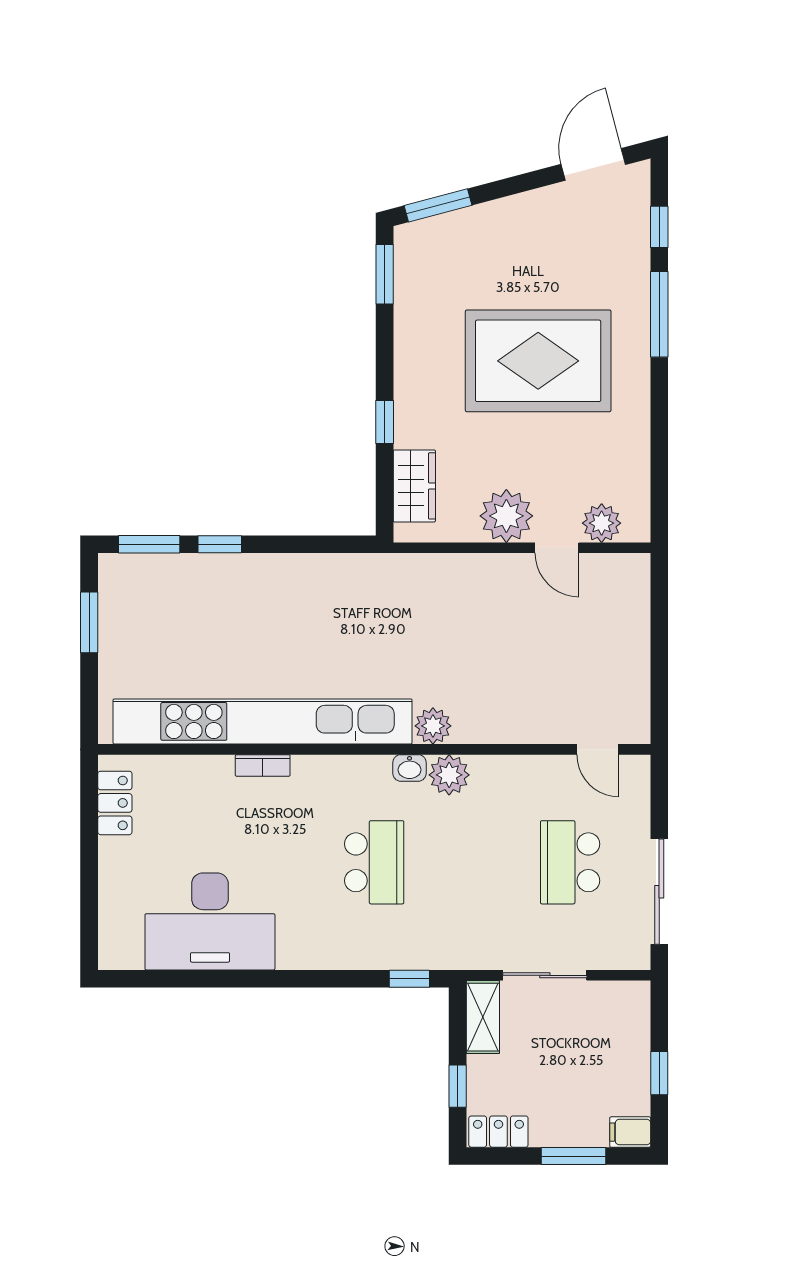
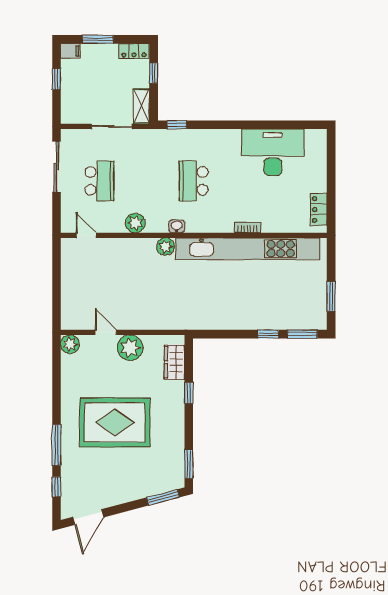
plant: (602, 523) -> (70, 344), moved
plant: (449, 775) -> (135, 223), moved

